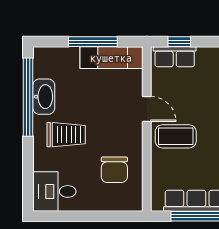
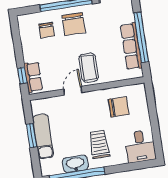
window: (93, 42) -> (32, 136), width x0.69
exam couch: (111, 58) -> (43, 136), moved

